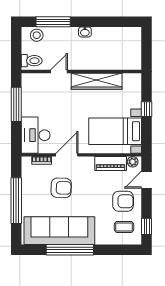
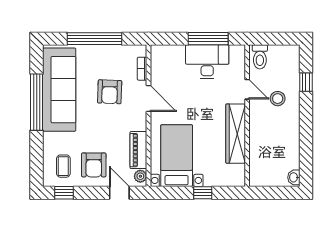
window: (53, 22) -> (306, 82), width x0.46
washbasin: (85, 32) -> (294, 177), moved
stool: (37, 35) -> (278, 99), moved
desk: (36, 135) -> (207, 62), moved

